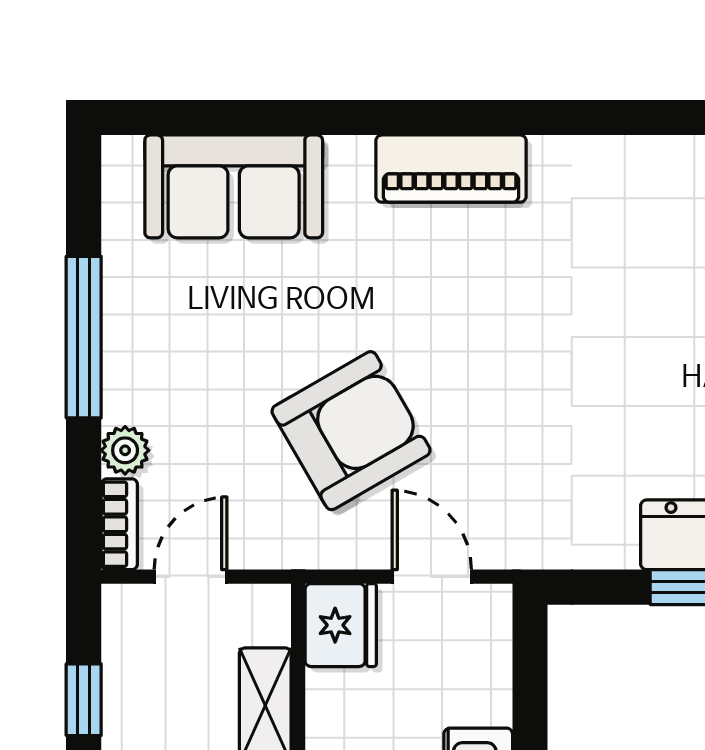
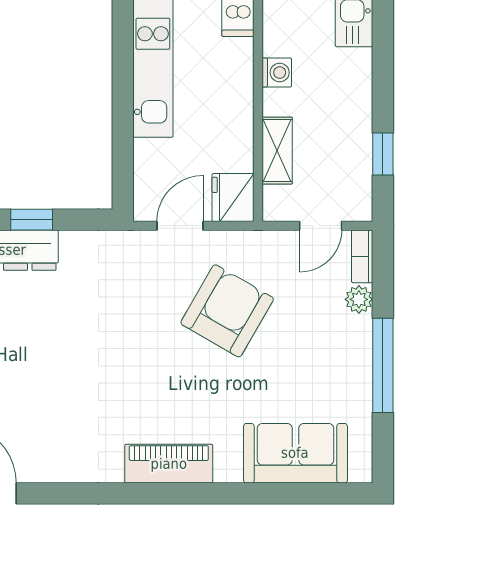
armchair: (351, 431) -> (227, 311), turned 150
door: (432, 577) -> (180, 226), swing flipped

